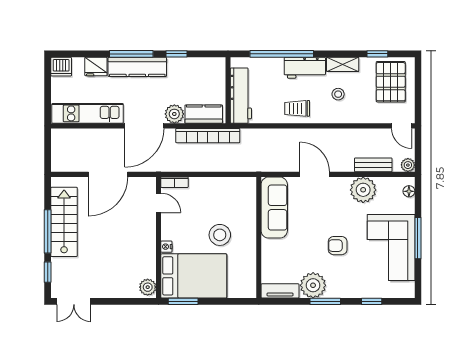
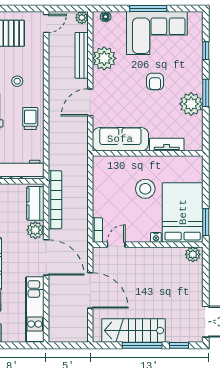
trolley: (297, 108) -> (30, 118), turned 180
bench: (373, 165) -> (82, 55), width x1.36
tv unit: (280, 291) -> (167, 145), moved, turned 90

